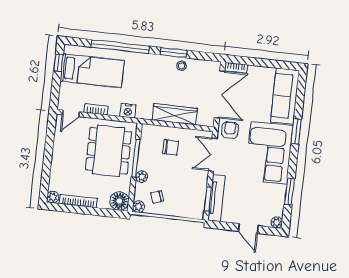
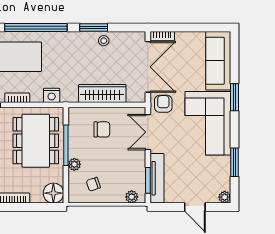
plant: (139, 207) -> (132, 197), moved

